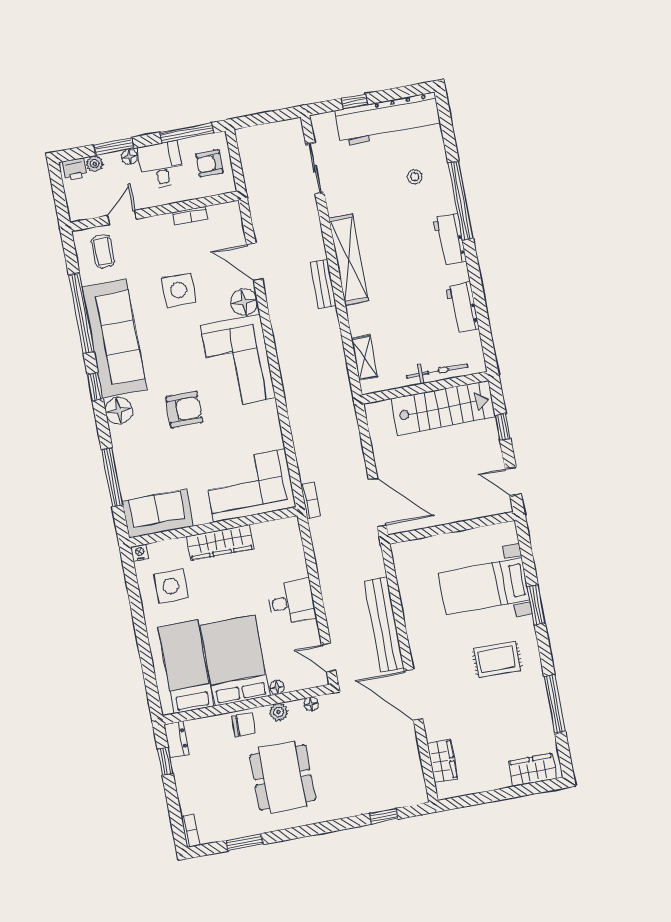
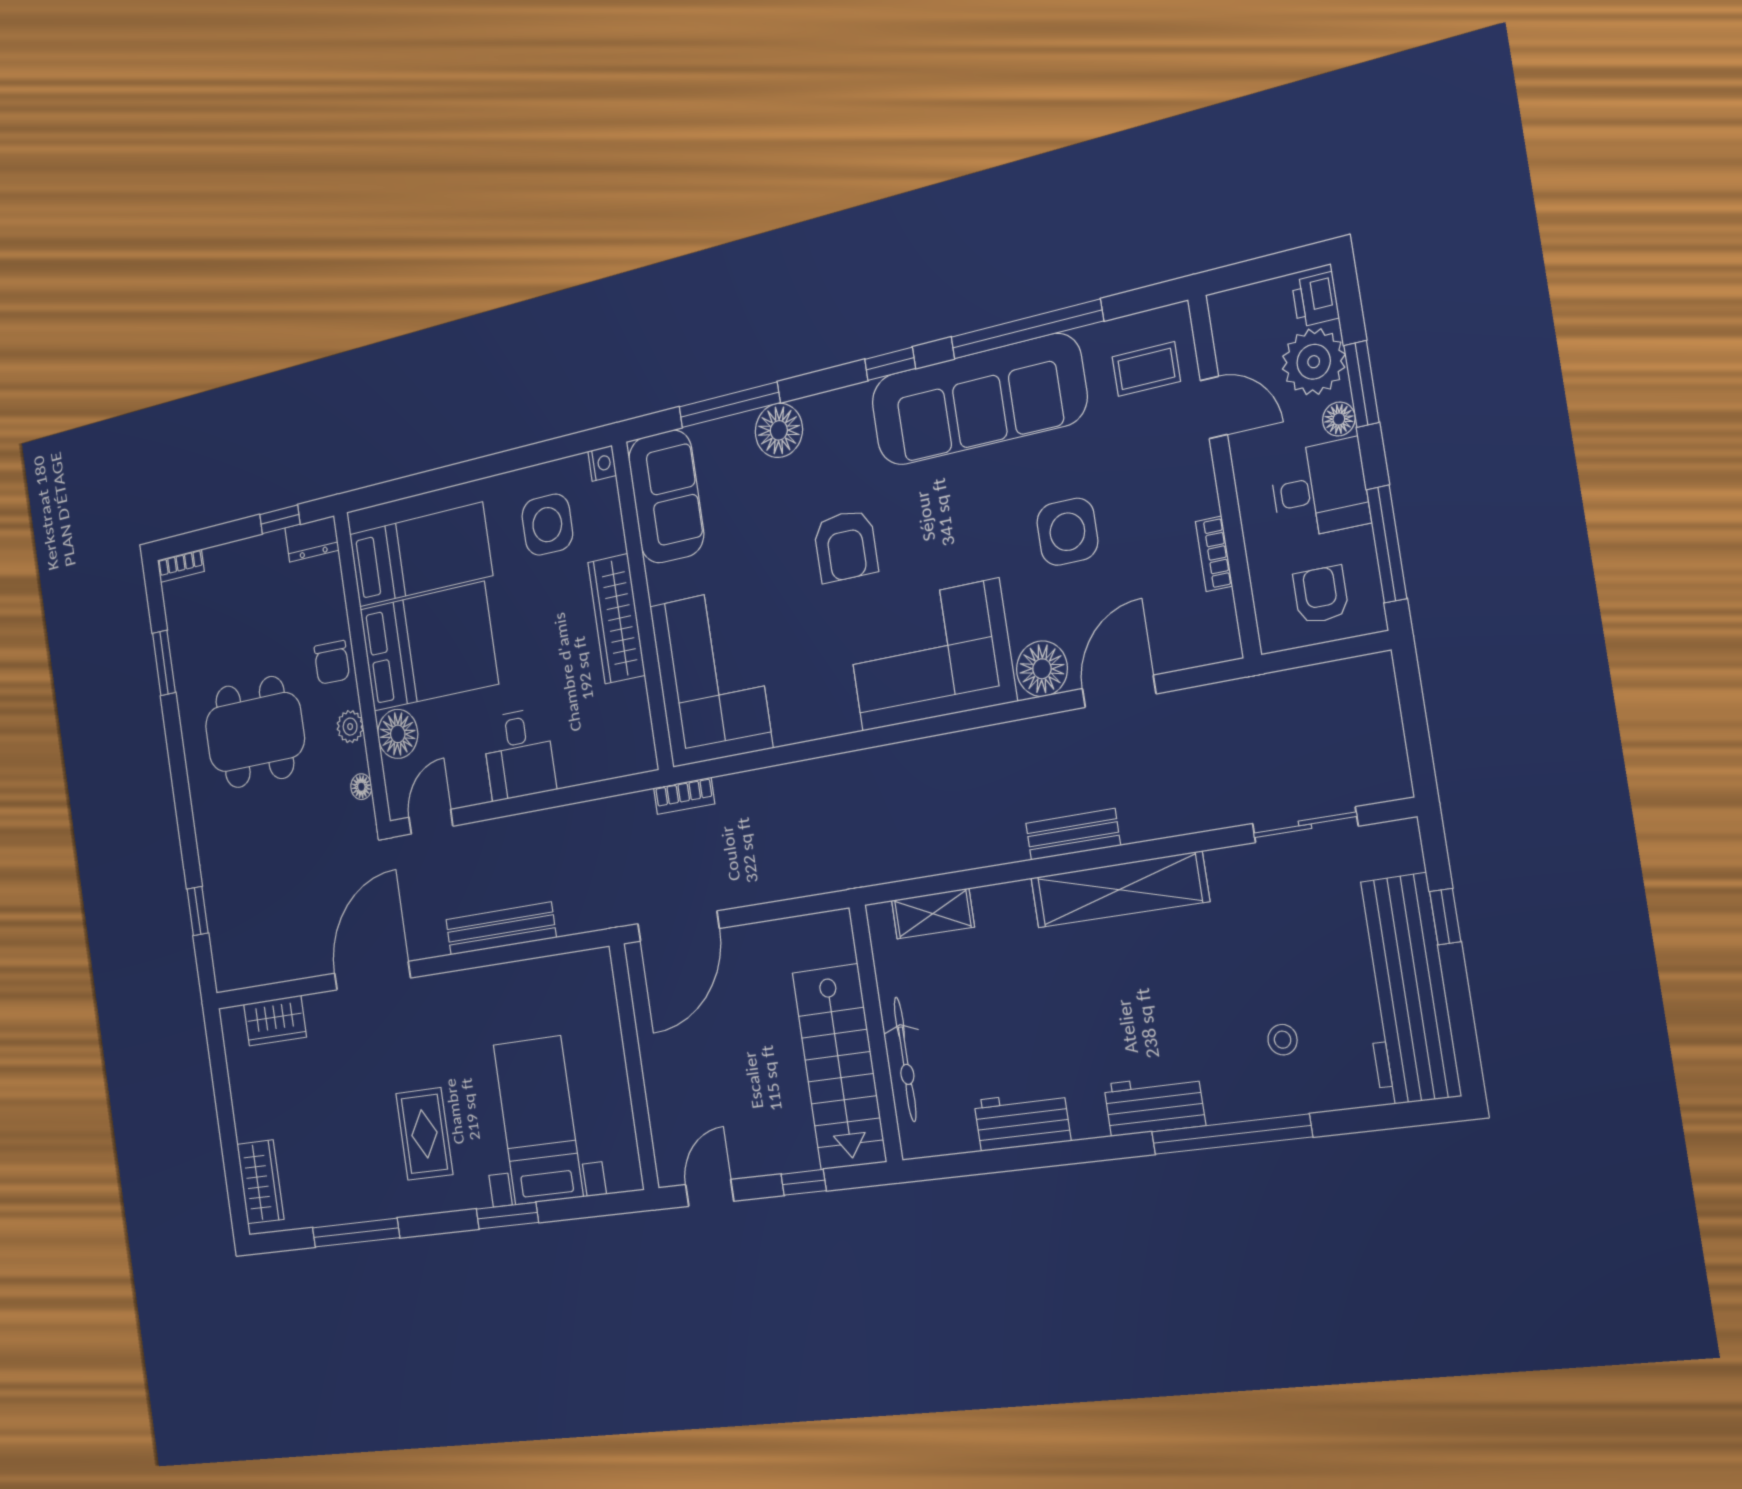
plant: (95, 164) -> (1314, 362), width x1.88, depth x1.88
floor lamp: (119, 411) -> (779, 430), moved
bench: (384, 624) -> (501, 929), width x0.73, depth x0.82
floor lamp: (277, 687) -> (398, 734), width x1.89, depth x1.89

